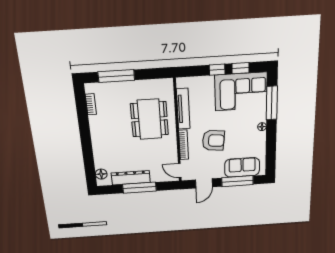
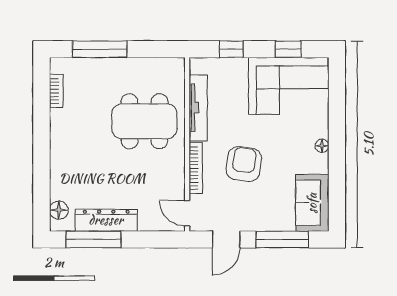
window: (217, 70) -> (231, 49), moved
window: (272, 103) -> (337, 108), removed
dining table: (149, 119) -> (144, 121), turned 90
armchair: (213, 140) -> (244, 164), turned -88
sofa: (242, 167) -> (312, 203), moved, turned -90
window: (139, 188) -> (93, 239), moved

